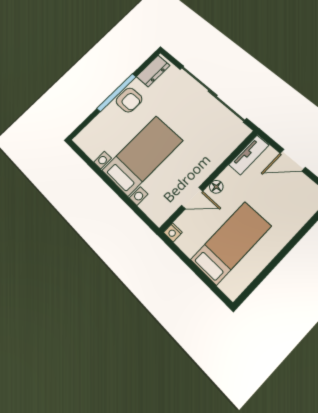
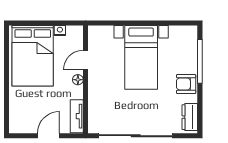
window: (116, 93) -> (200, 61), moved
nightstand: (173, 232) -> (60, 31), moved
bed: (231, 243) -> (33, 56), width x1.50

